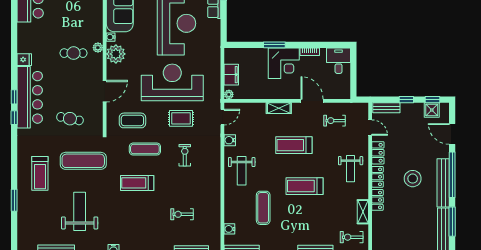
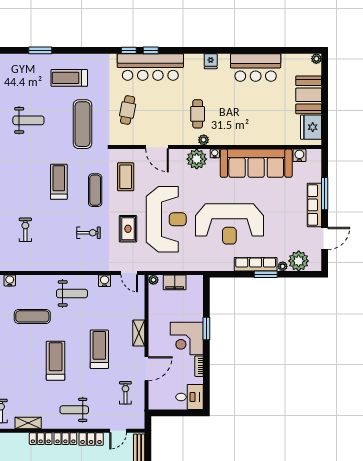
fridge: (24, 60) -> (211, 61), moved
weight bench: (242, 171) -> (72, 293), turned 180
weight bench: (80, 211) -> (28, 120), width x0.73, depth x0.75

